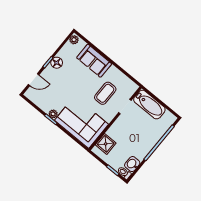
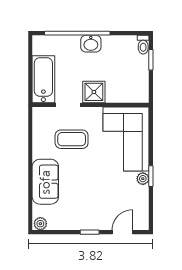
floor lamp: (57, 63) -> (82, 222), removed
door: (34, 80) -> (122, 232), hinge flipped
shower: (106, 144) -> (94, 92), moved
washbasin: (132, 164) -> (91, 44), moved

